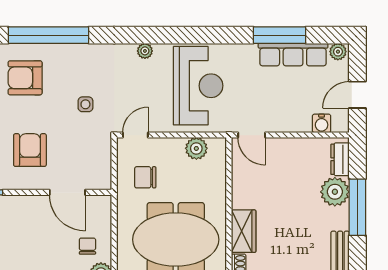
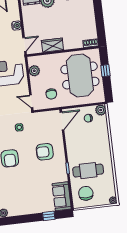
water cooler: (322, 123) -> (16, 26), moved
door: (67, 192) -> (62, 121), moved
wardrobe: (244, 231) -> (52, 45), moved

